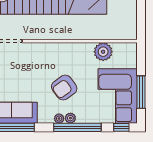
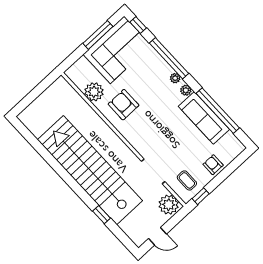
armchair: (64, 88) -> (124, 105), moved, turned -144
plant: (70, 118) -> (186, 90), moved

